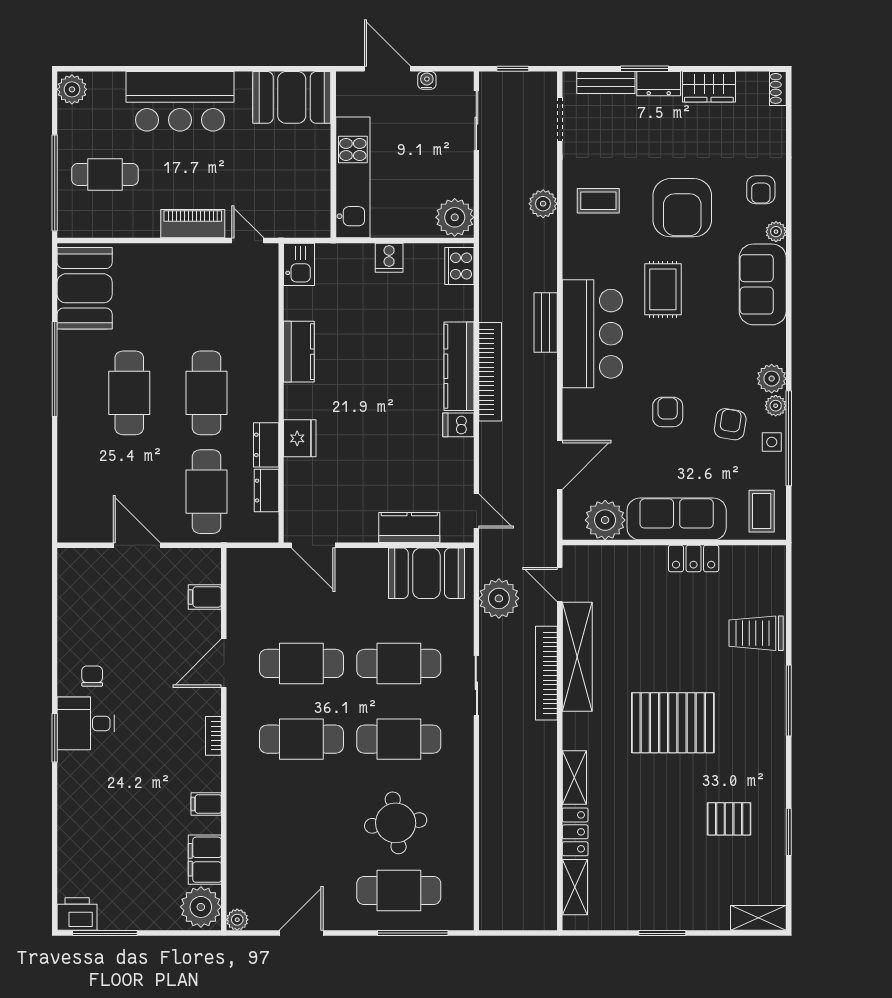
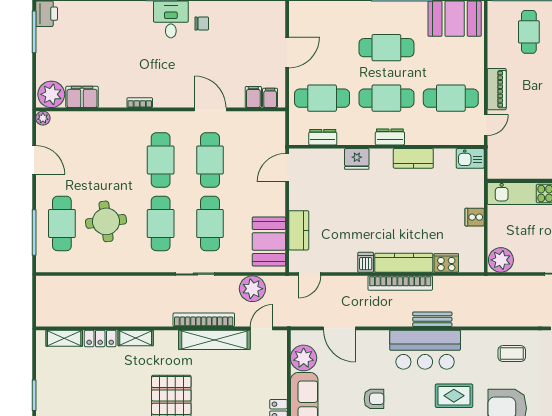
coffee table: (598, 201) -> (512, 354), turned 90
plant: (543, 204) -> (510, 318), removed
cooker: (459, 266) -> (446, 263), moved
cafe table: (207, 294) -> (451, 98), added
dresser: (266, 445) -> (390, 137), moved
bookcase: (213, 736) -> (140, 103), moved
filing cabinet: (206, 804) -> (270, 98), moved

